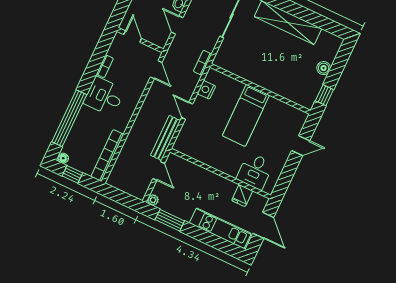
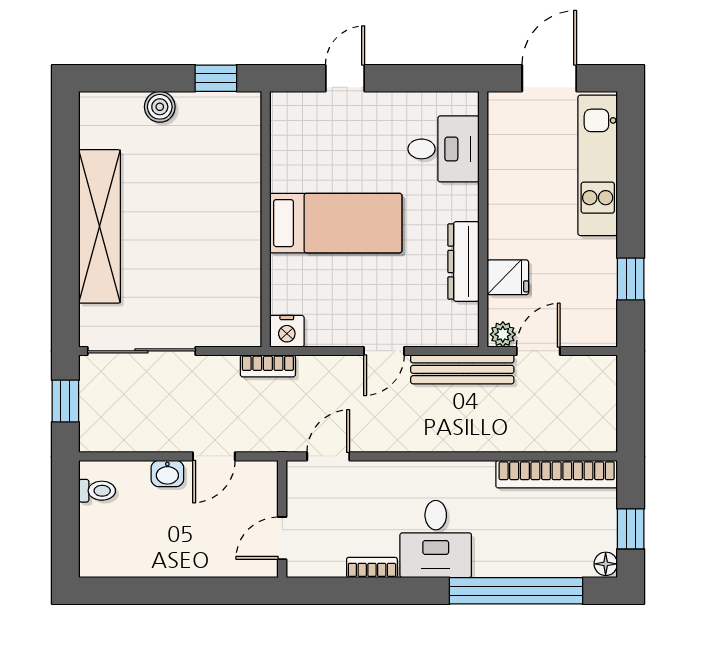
nightstand: (206, 90) -> (287, 331), moved
door: (301, 146) -> (345, 78), hinge flipped
dresser: (207, 158) -> (464, 261), added
fridge: (242, 196) -> (508, 277), moved
plant: (153, 200) -> (503, 334), moved
window: (170, 220) -> (631, 279), width x0.67

